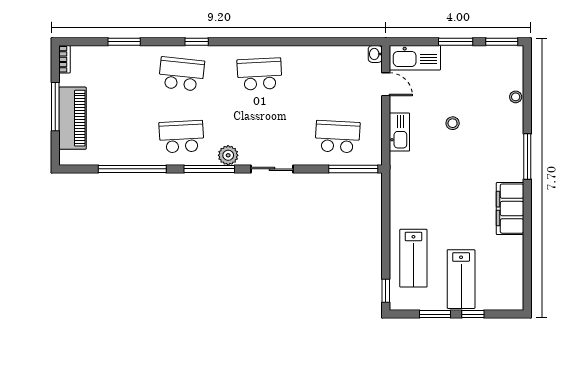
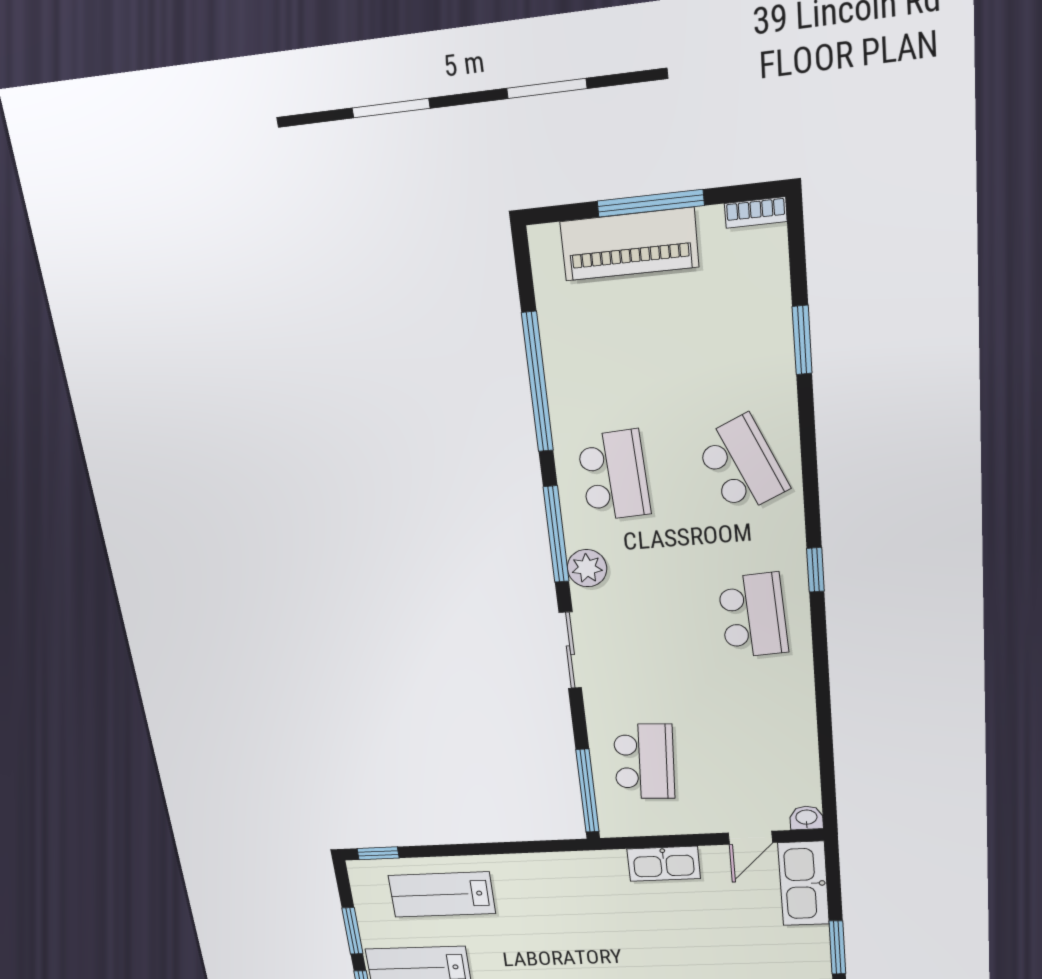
window: (197, 42) -> (815, 570), moved
school desk: (182, 74) -> (742, 465), turned -30
stool: (453, 123) -> (688, 947), removed

